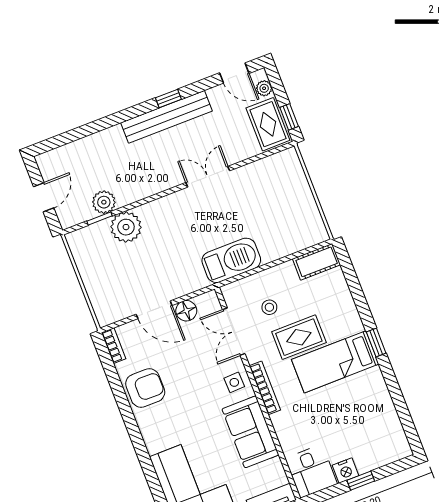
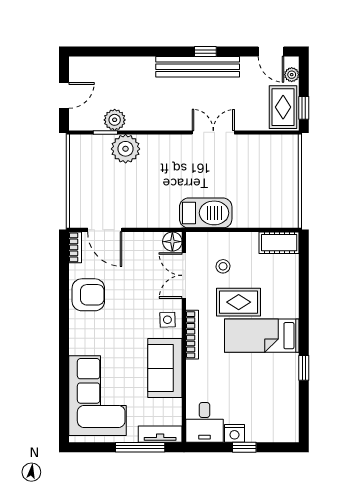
door: (154, 310) -> (105, 230), moved
floor lamp: (186, 311) -> (172, 242), moved
window: (376, 343) -> (304, 368), moved

